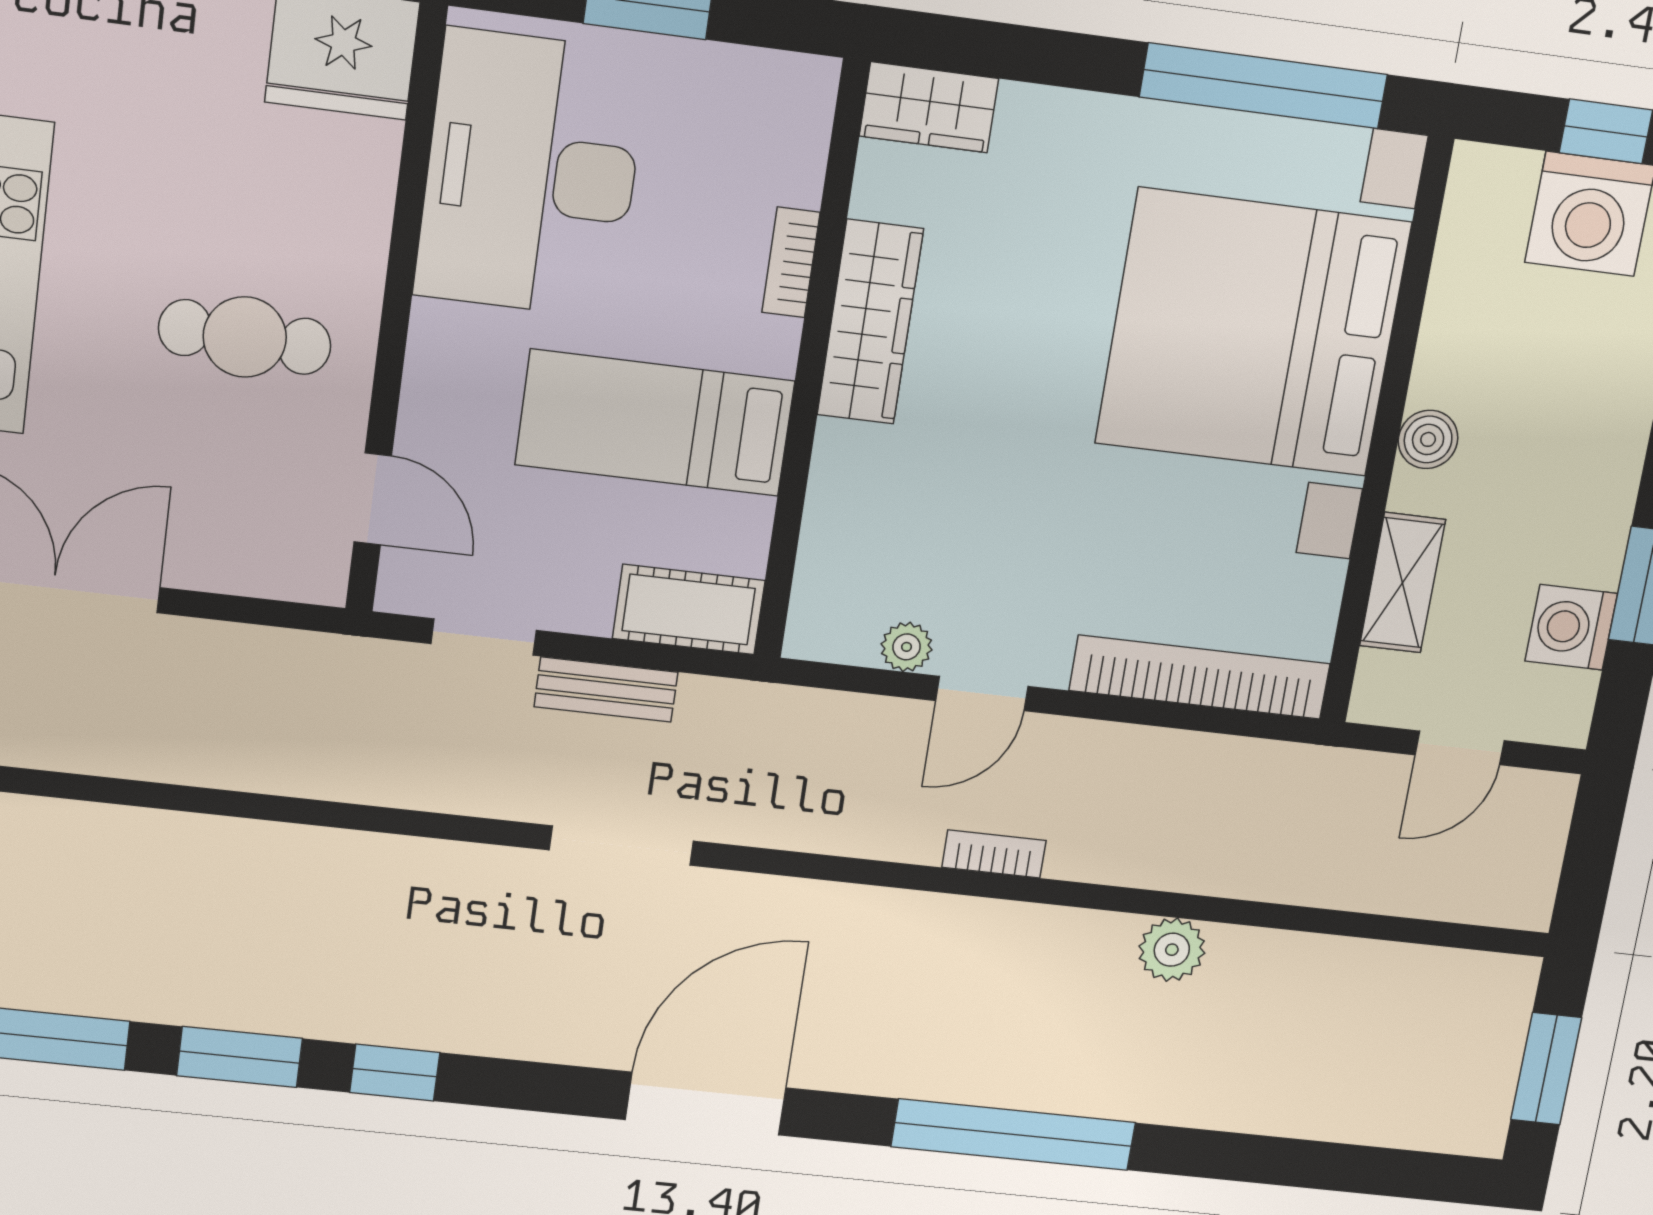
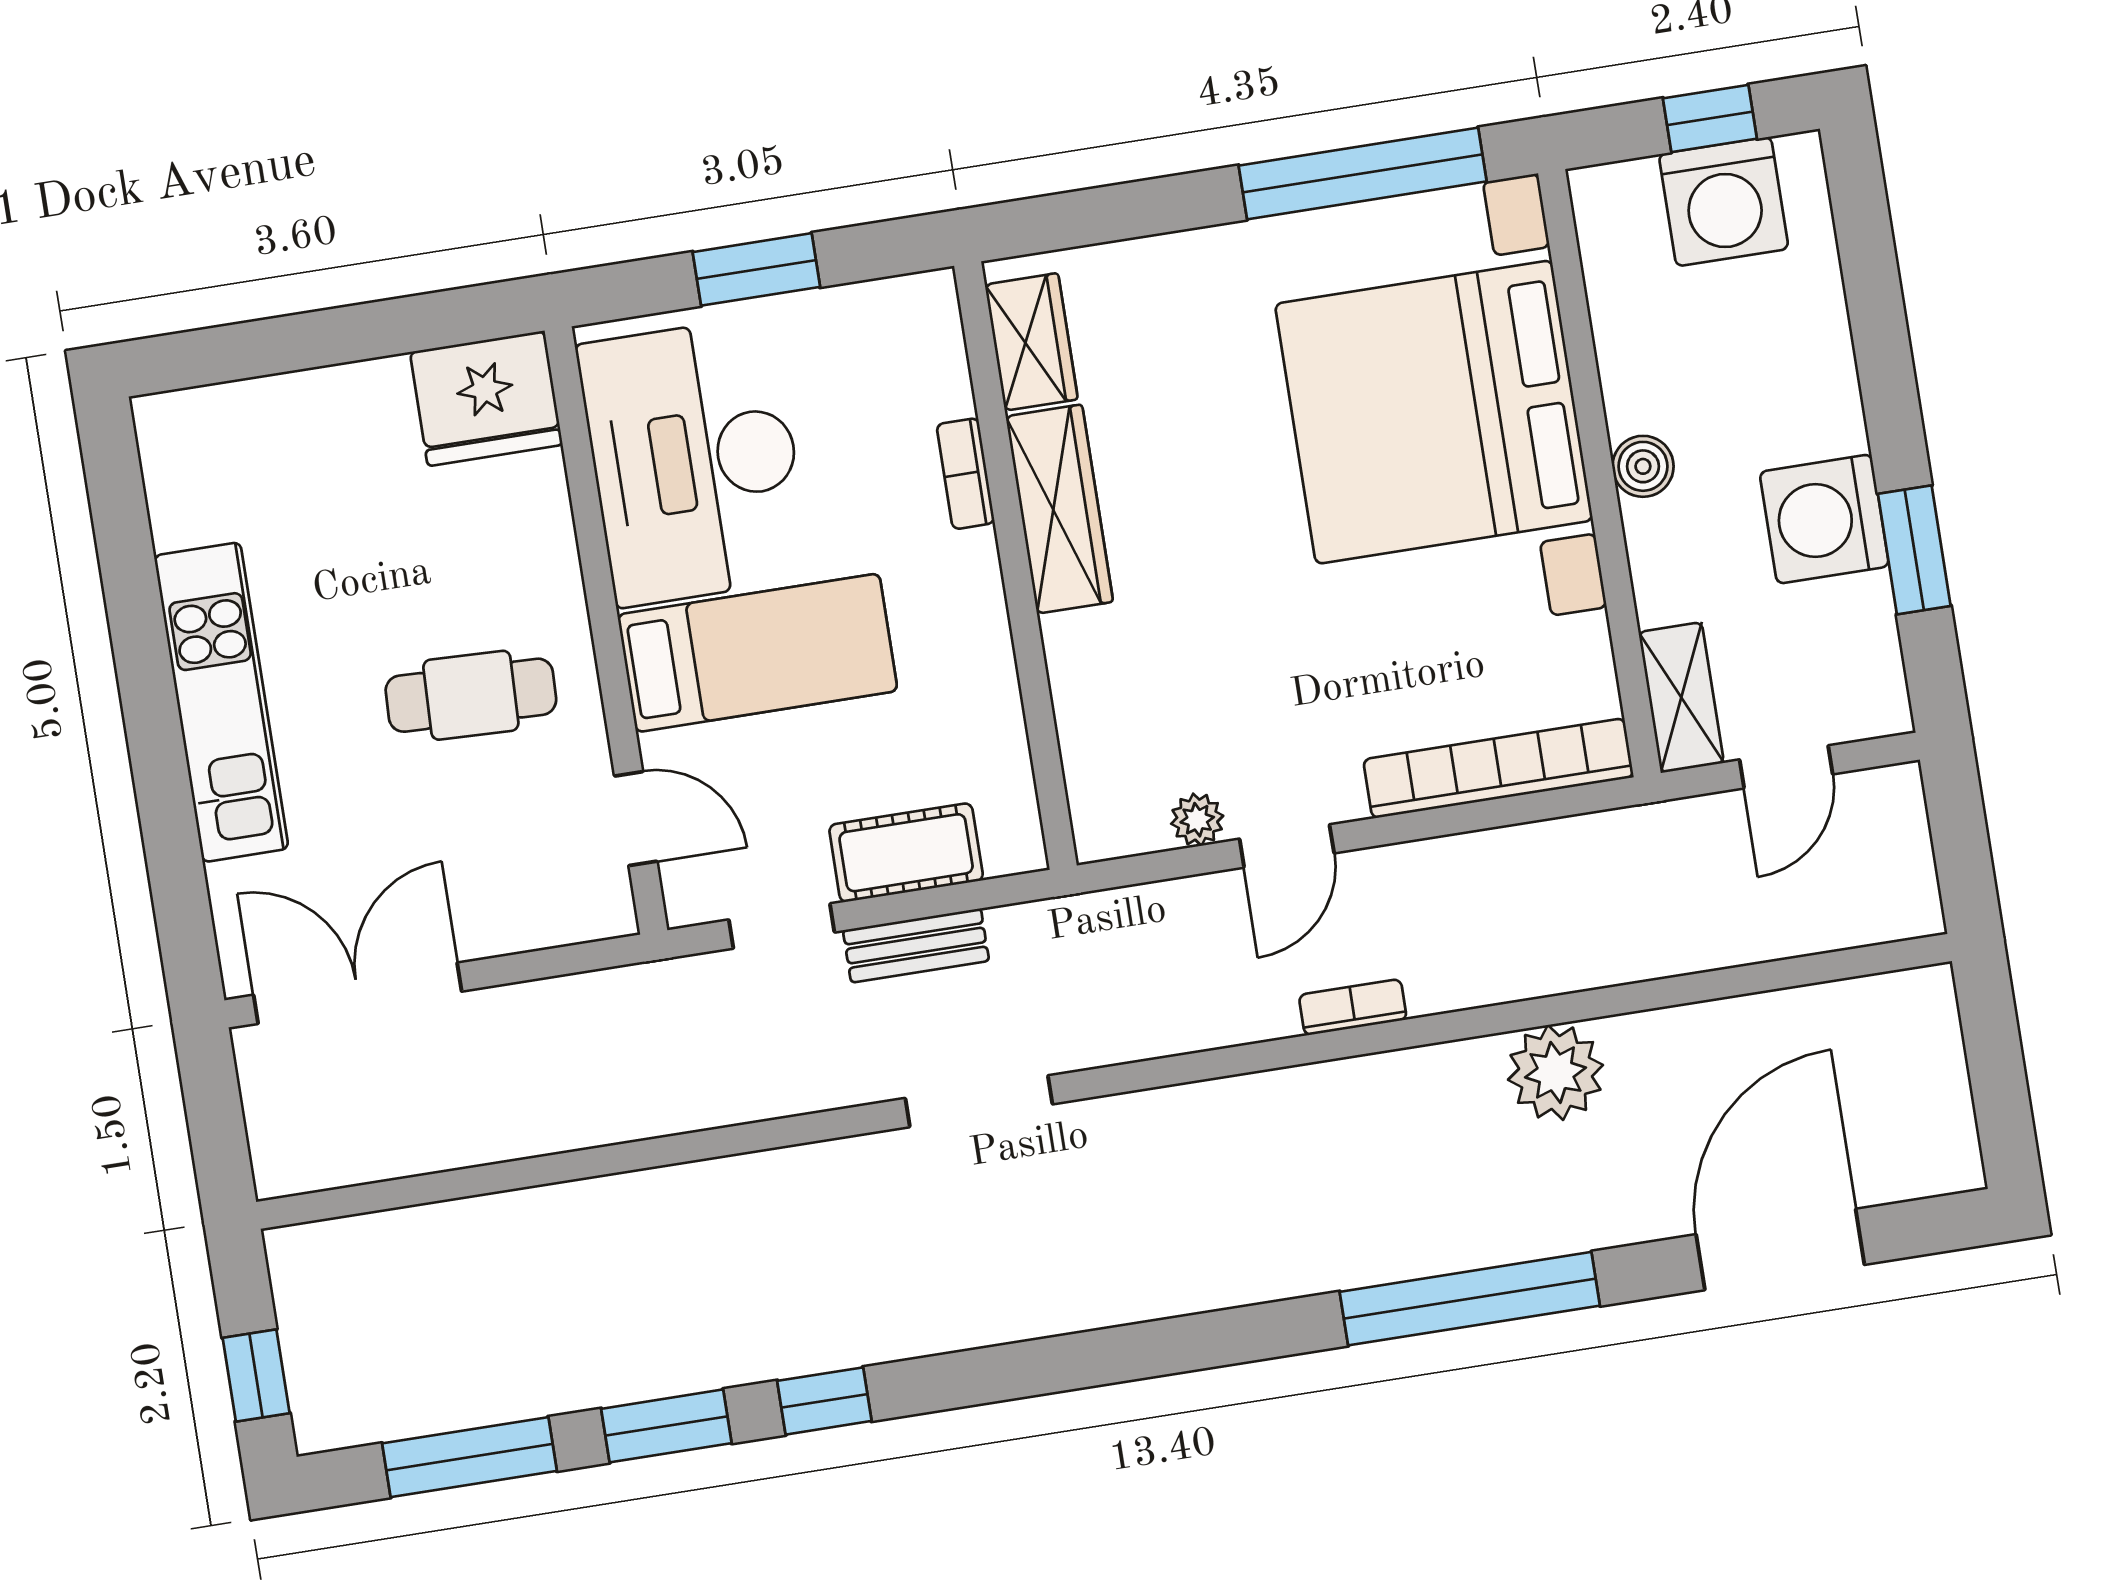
wardrobe: (929, 107) -> (1031, 342), moved, turned -90
bed: (655, 423) -> (758, 653), moved, turned 180
shelving: (1402, 583) -> (1681, 697), moved
cot: (689, 609) -> (906, 853), moved
washing machine: (1571, 627) -> (1824, 519), moved, width x1.37, depth x1.37
plant: (1172, 950) -> (1556, 1072), width x1.36, depth x1.36
window: (1546, 1069) -> (1998, 1079), removed
door: (706, 1104) -> (1780, 1250), moved

